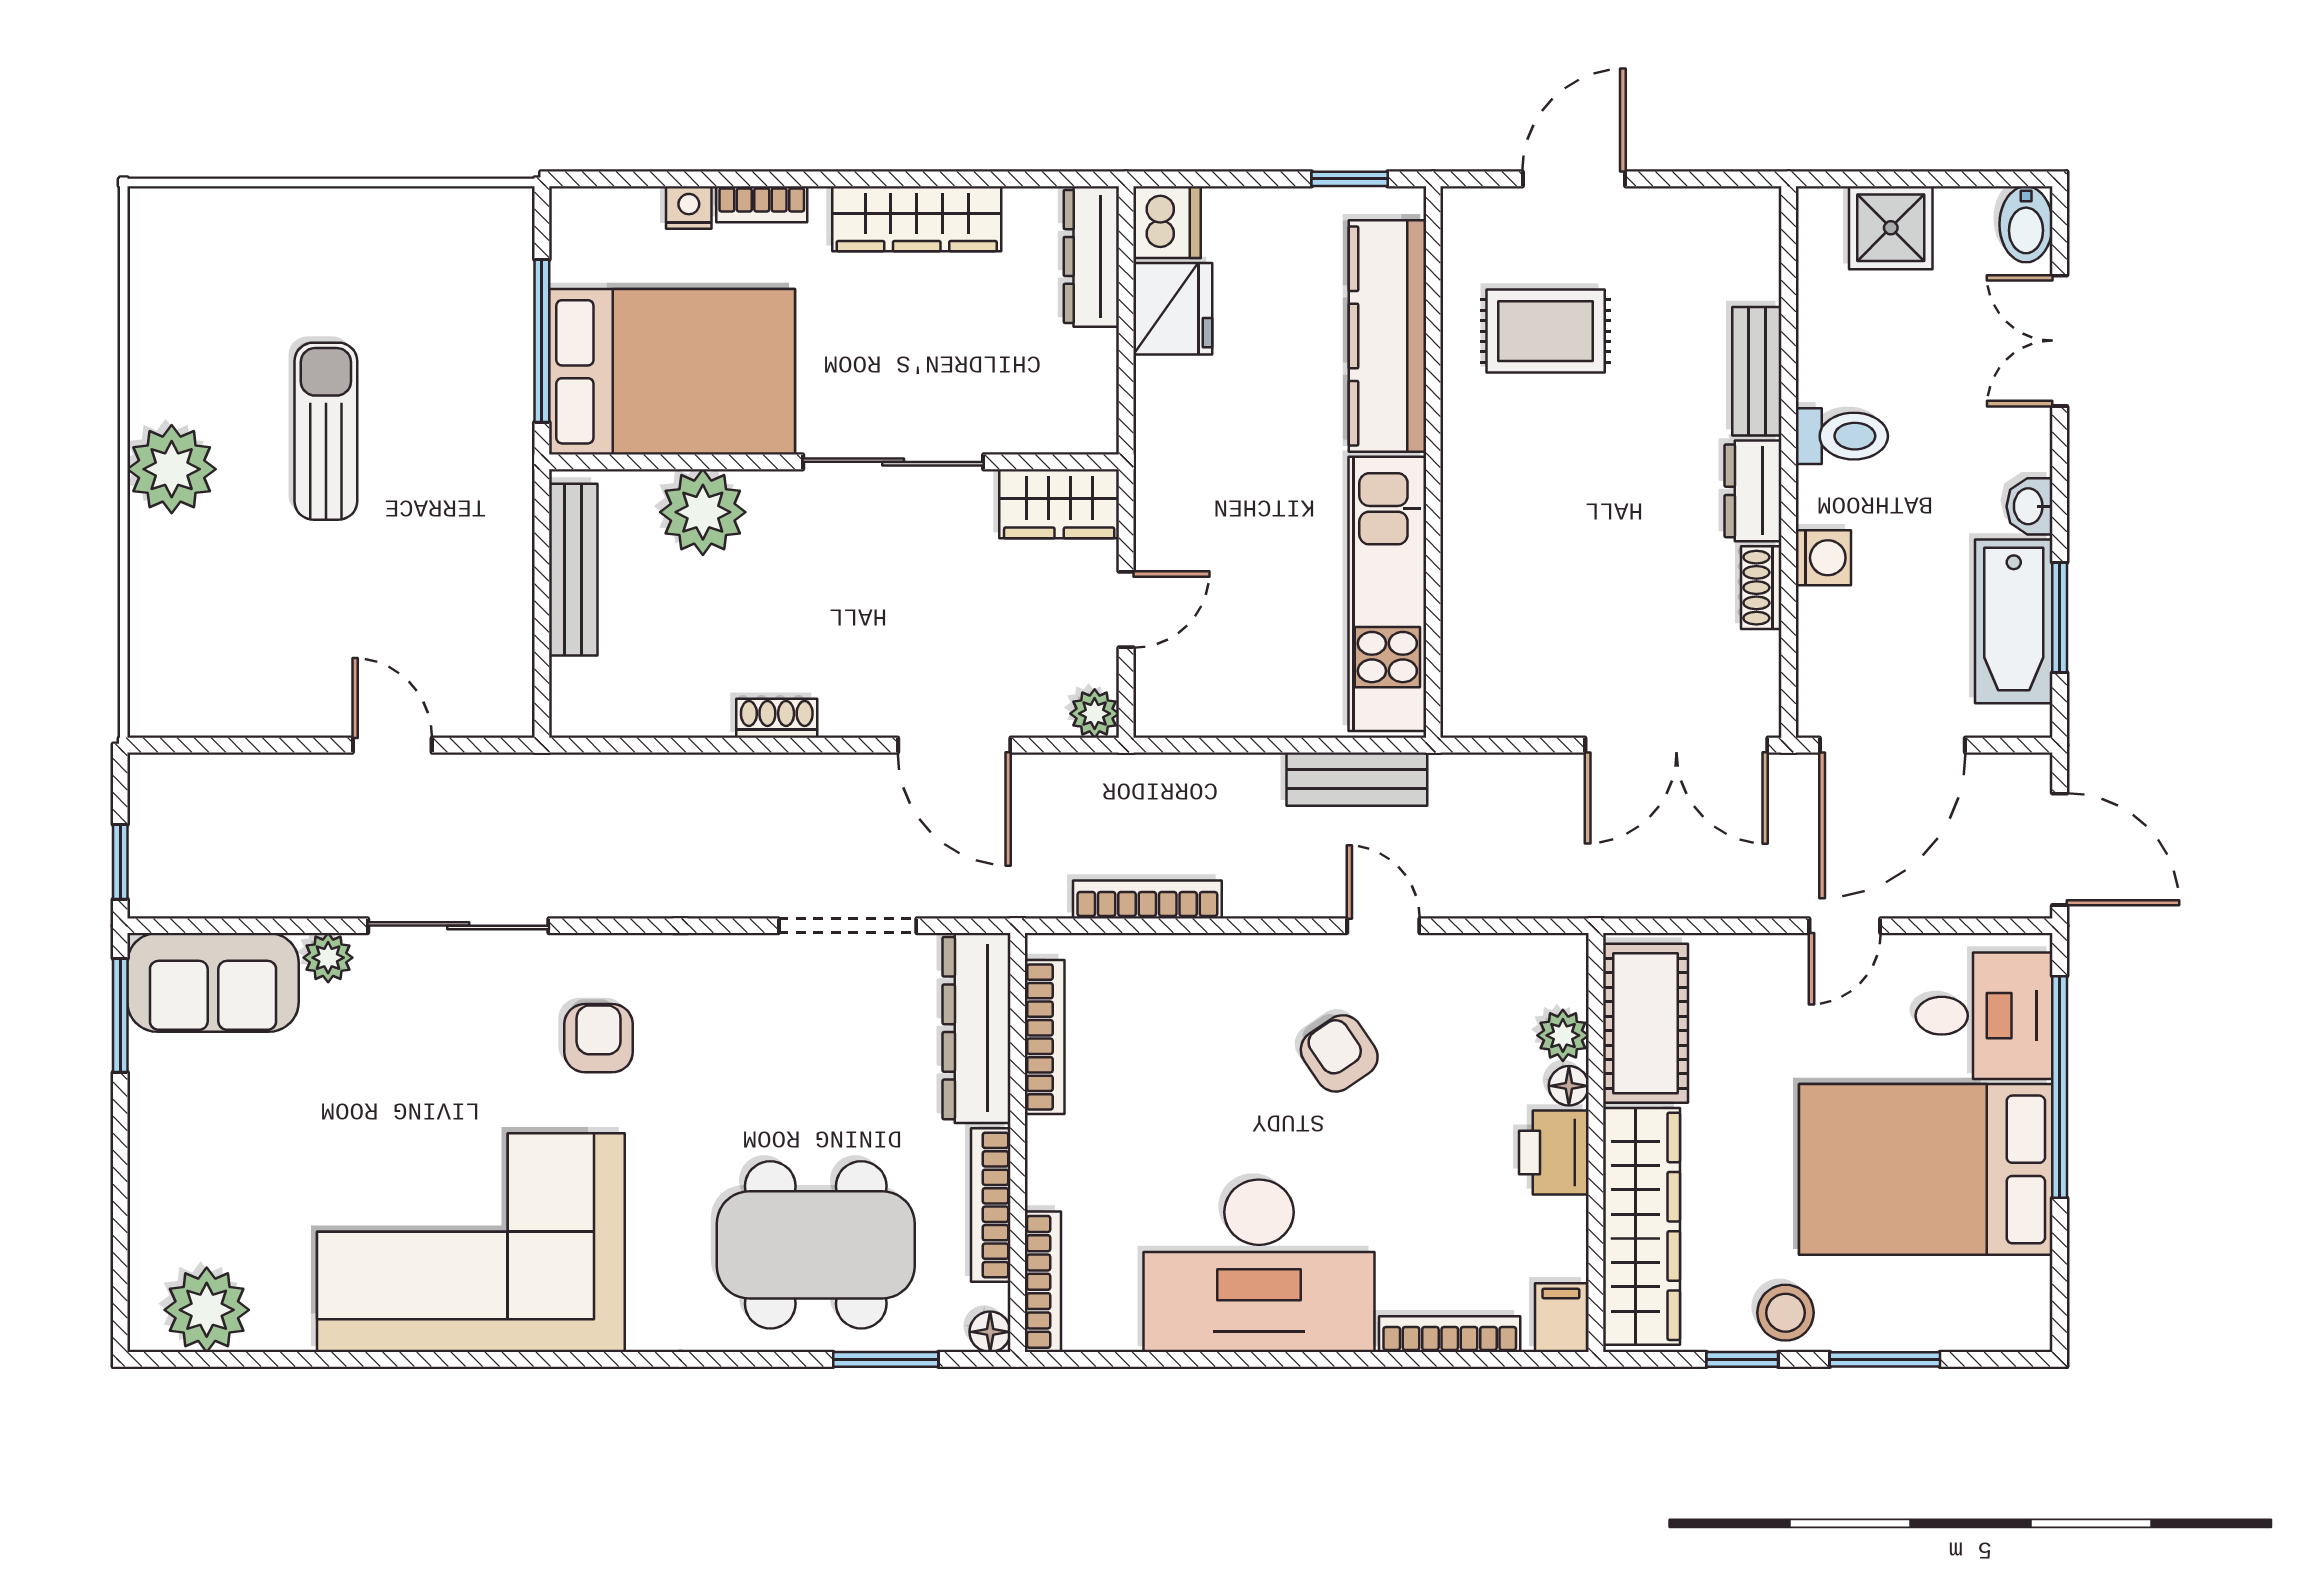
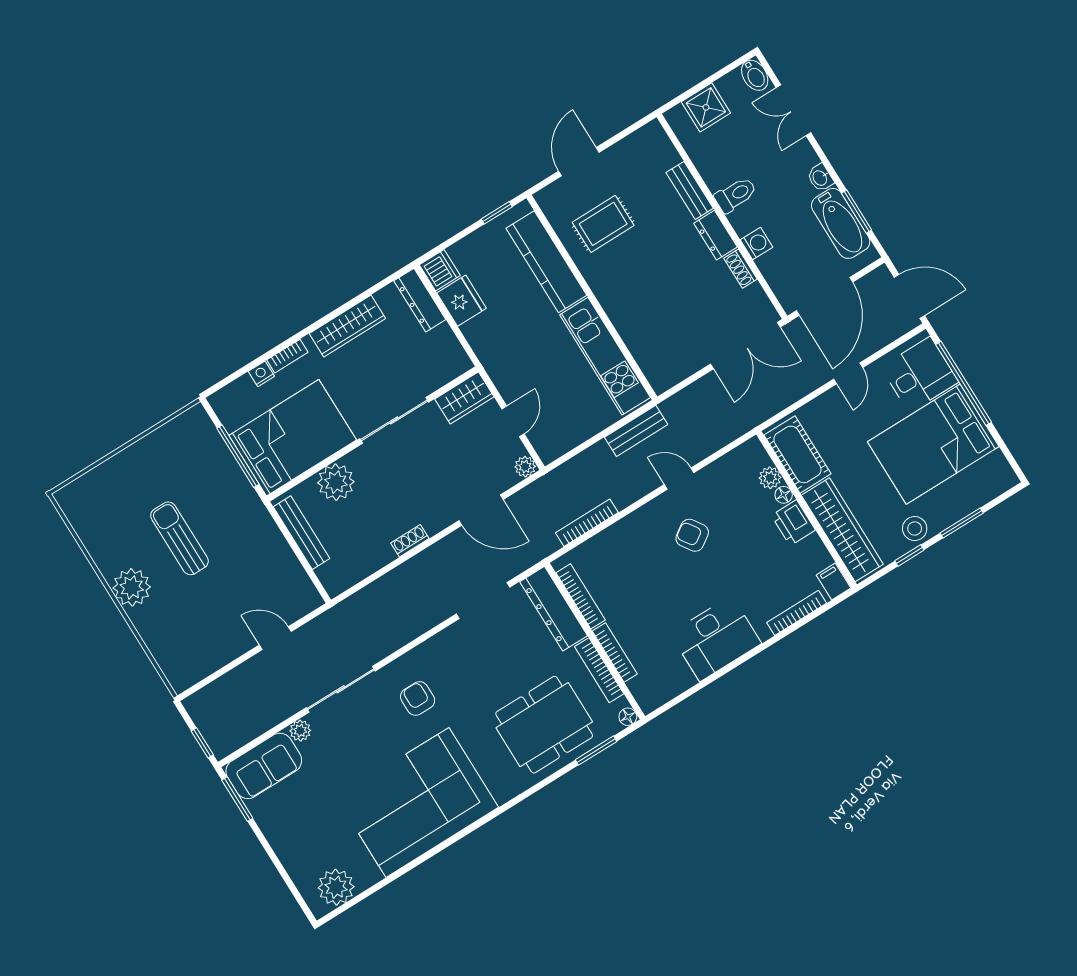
desk: (1259, 1266) -> (716, 639), width x0.73, depth x0.77
bookcase: (1043, 1282) -> (615, 653), moved

